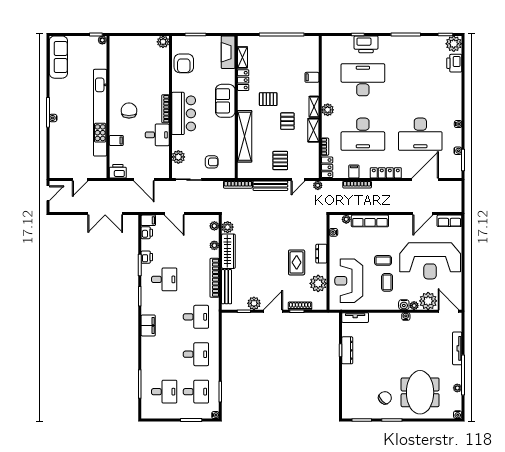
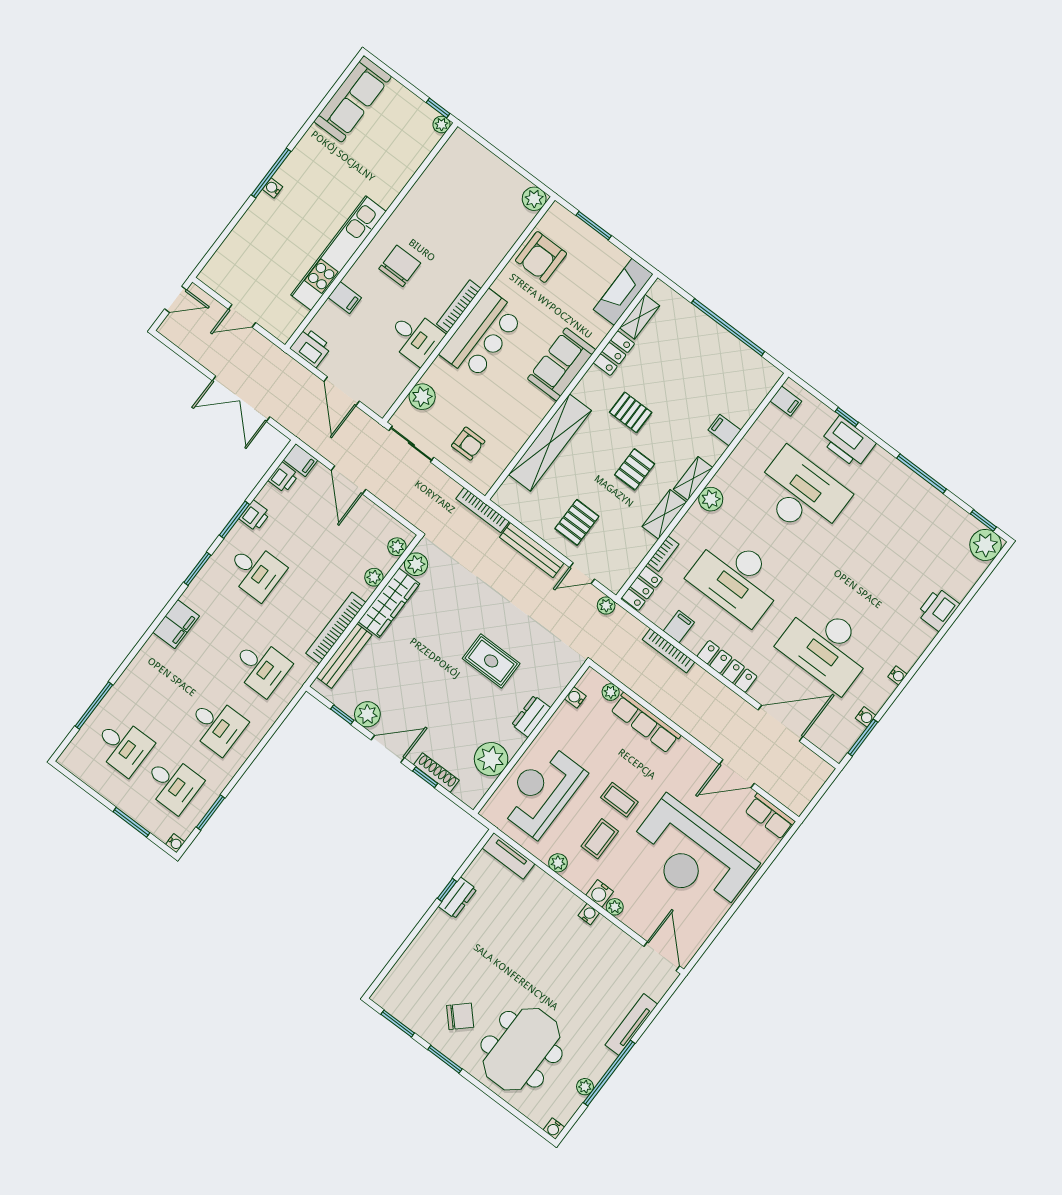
filing cabinet: (328, 47) -> (786, 401), added
printer: (454, 63) -> (938, 609), moved
kitchen unit: (100, 113) -> (339, 253), width x0.73
rug: (297, 262) -> (491, 661), moved, turned 90
plant: (428, 301) -> (558, 863), moved, width x0.53, depth x0.53
dresser: (347, 350) -> (458, 898), width x0.70

